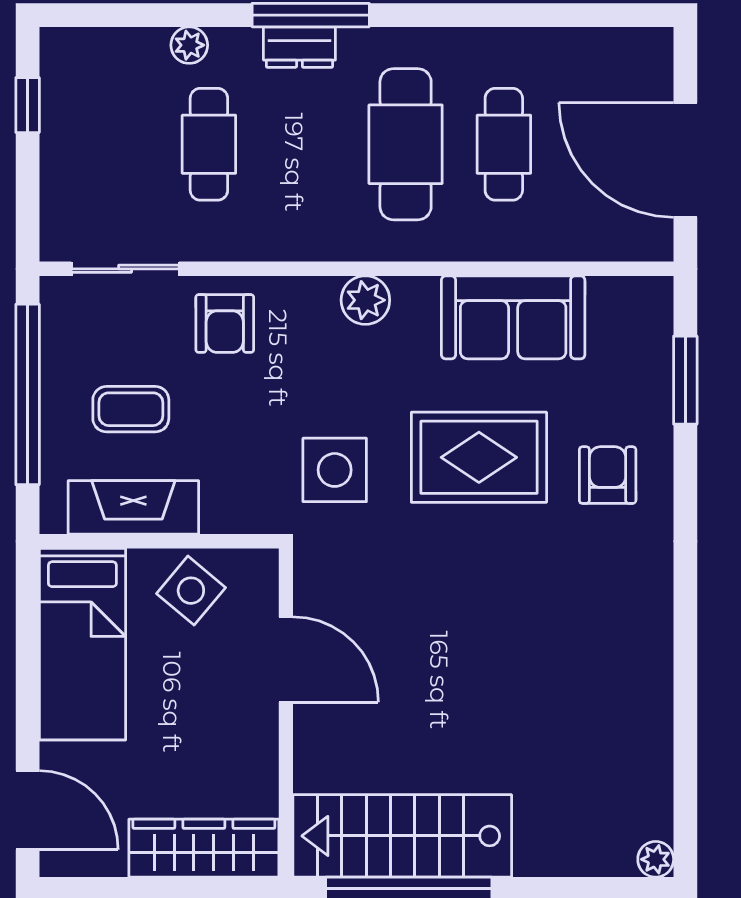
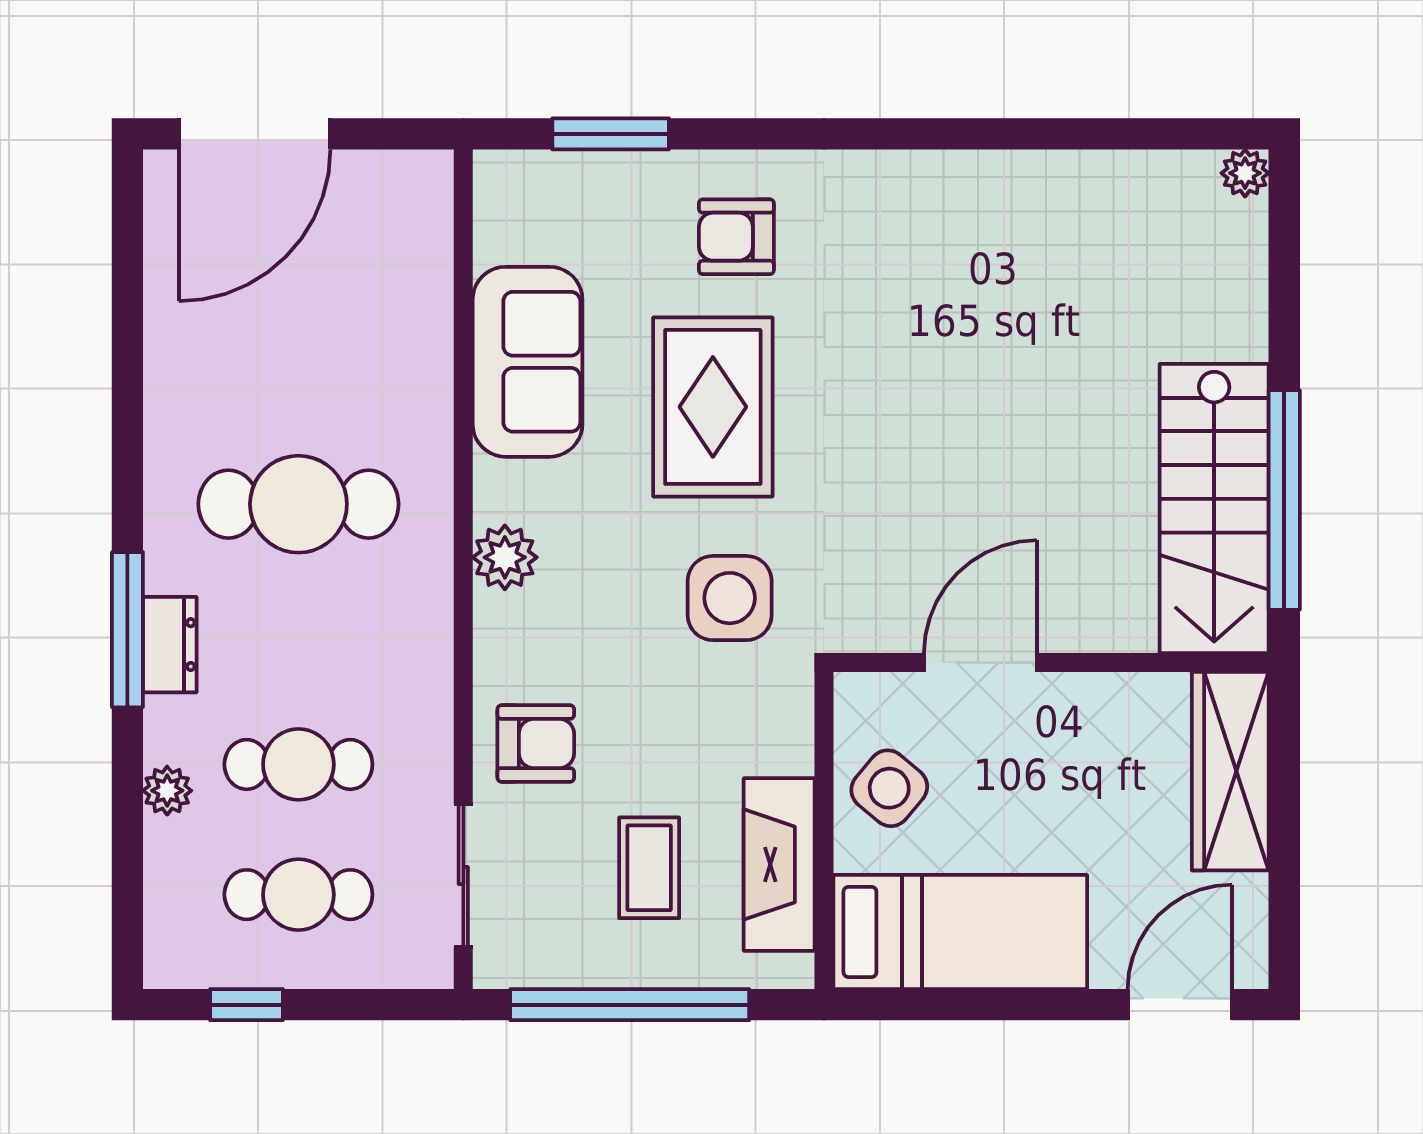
cafe table: (504, 144) -> (298, 895), moved
door: (685, 160) -> (255, 134), moved

